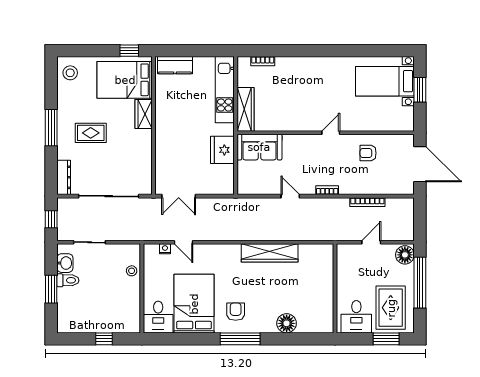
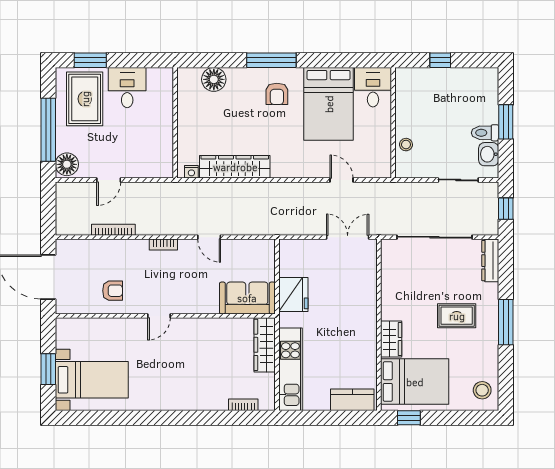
nightstand: (165, 249) -> (191, 172), moved
wall: (335, 288) -> (175, 123), moved

